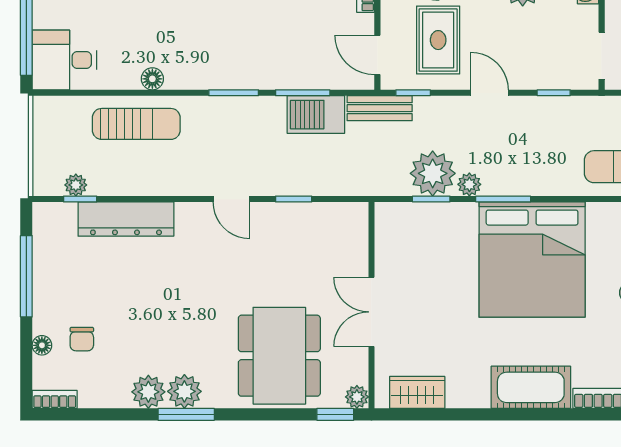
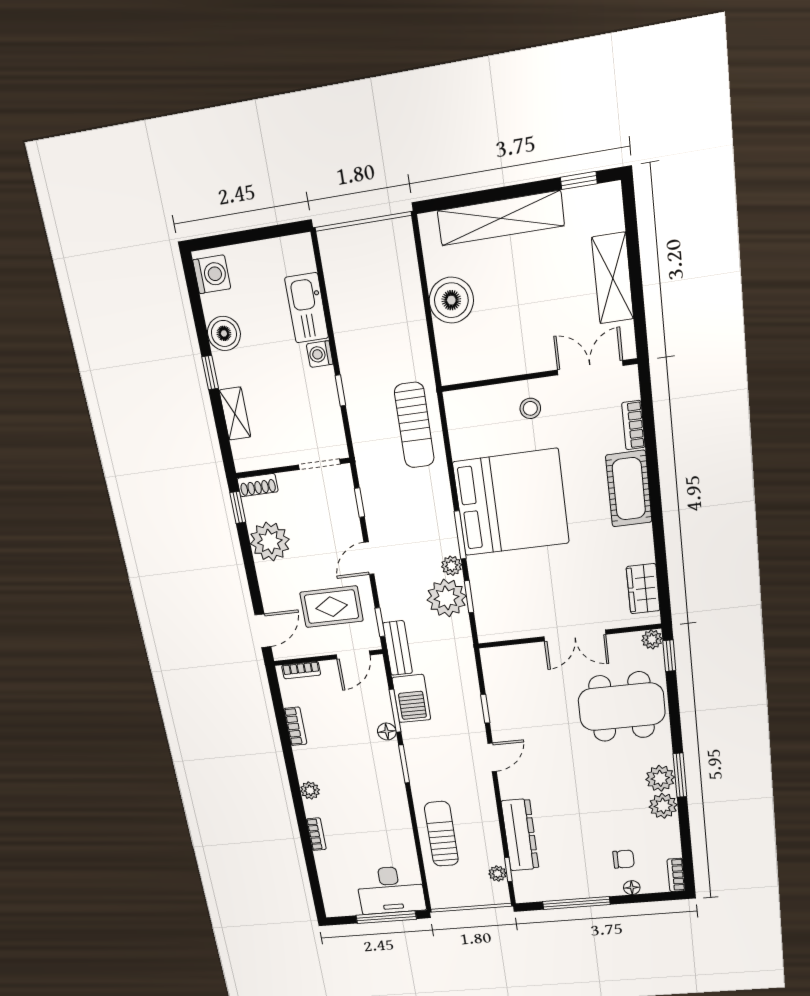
desk: (64, 60) -> (391, 890), width x1.37
floor lamp: (152, 79) -> (387, 732), moved

